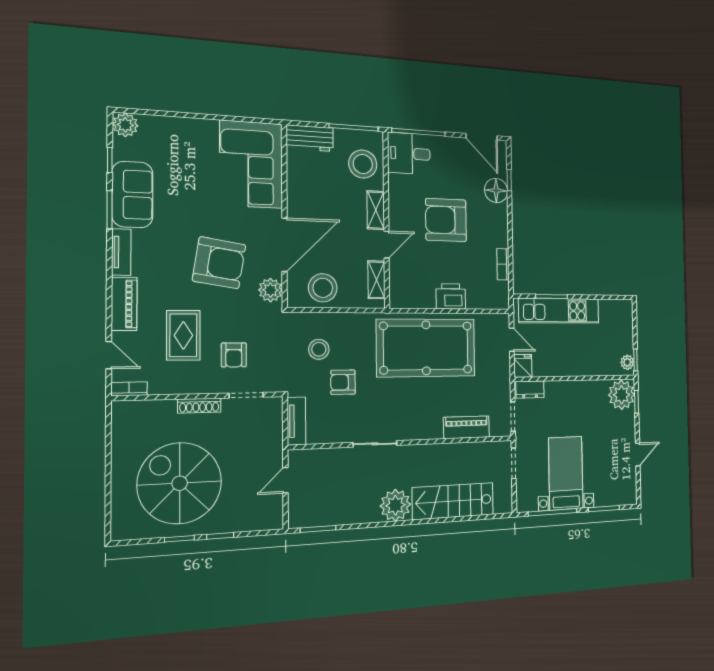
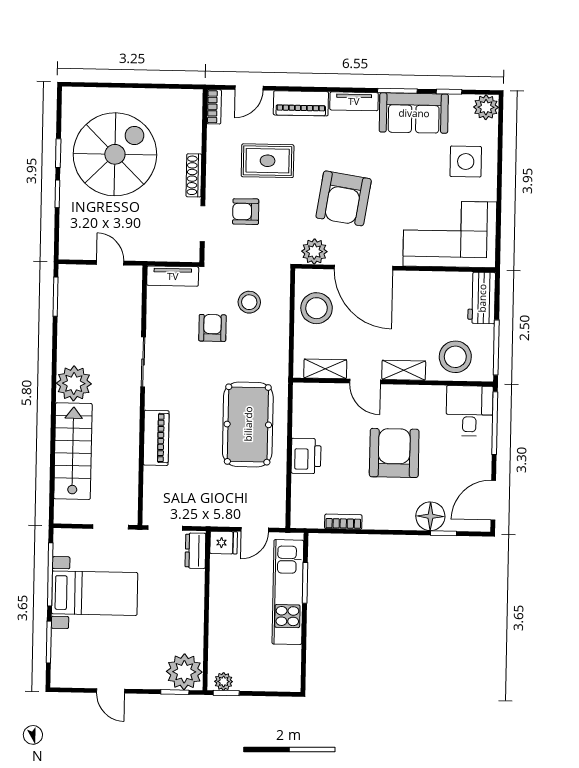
side table: (181, 147) -> (466, 162), added
pool table: (426, 348) -> (248, 424), width x0.73, depth x0.76
piano: (466, 427) -> (156, 438), moved

